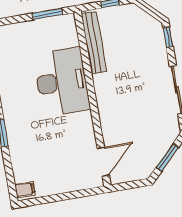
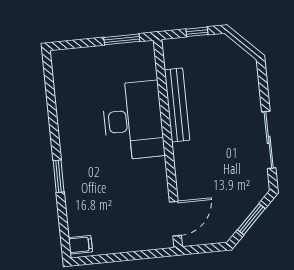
window: (168, 37) -> (262, 77), removed
bench: (94, 42) -> (177, 105), moved

